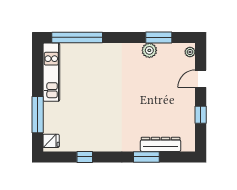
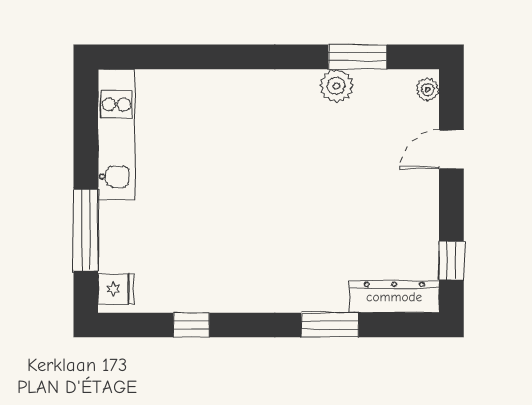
window: (77, 37) -> (174, 57), removed
window: (201, 115) -> (451, 261), moved
dresser: (161, 144) -> (394, 297), moved

